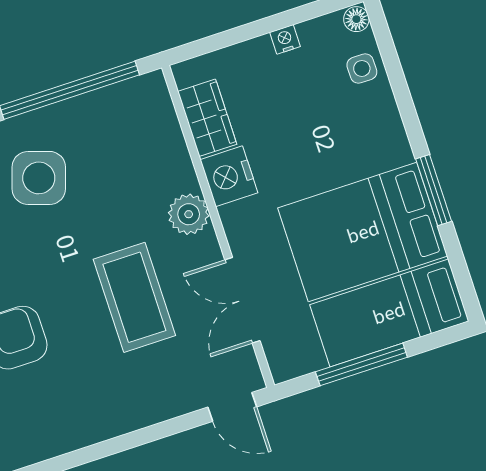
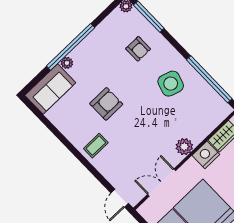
coffee table: (134, 297) -> (96, 146), moved, width x0.54, depth x0.58

